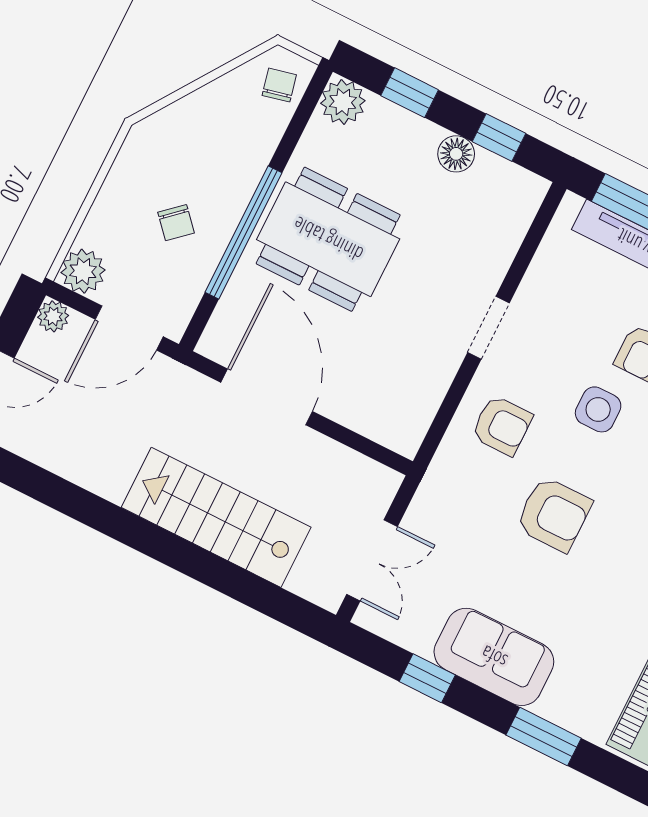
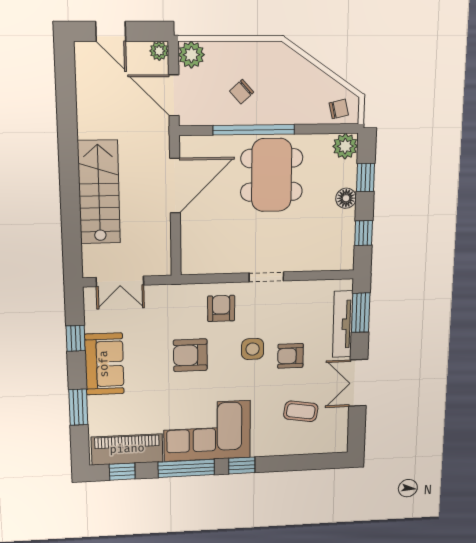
floor lamp: (456, 154) -> (346, 198), moved
armchair: (502, 425) -> (221, 308), turned 180
armchair: (554, 514) -> (190, 355), turned 90

